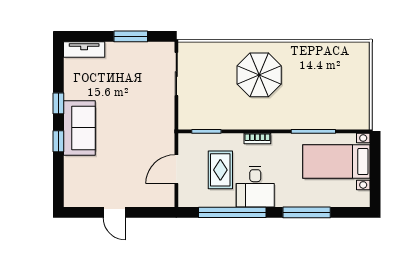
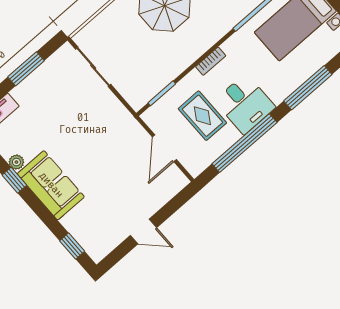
plant: (70, 93) -> (16, 162), added
window: (58, 141) -> (72, 246), moved

